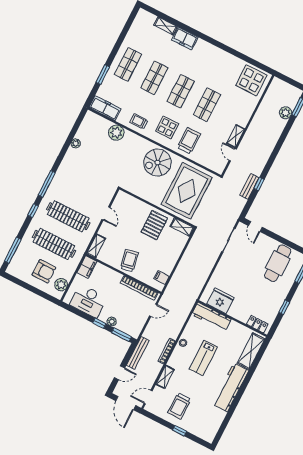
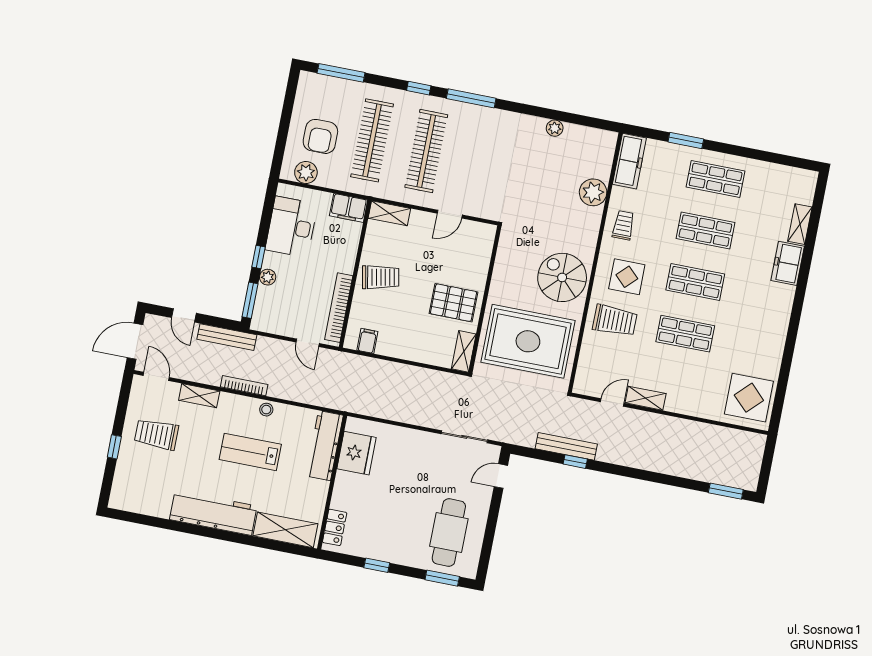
plant: (286, 113) -> (710, 472), removed
bench: (249, 186) -> (566, 446), width x1.36
cafe table: (278, 263) -> (449, 533), turned 90

